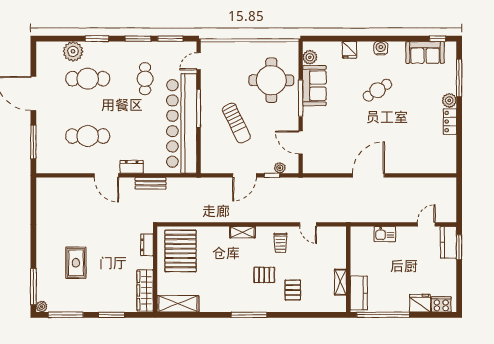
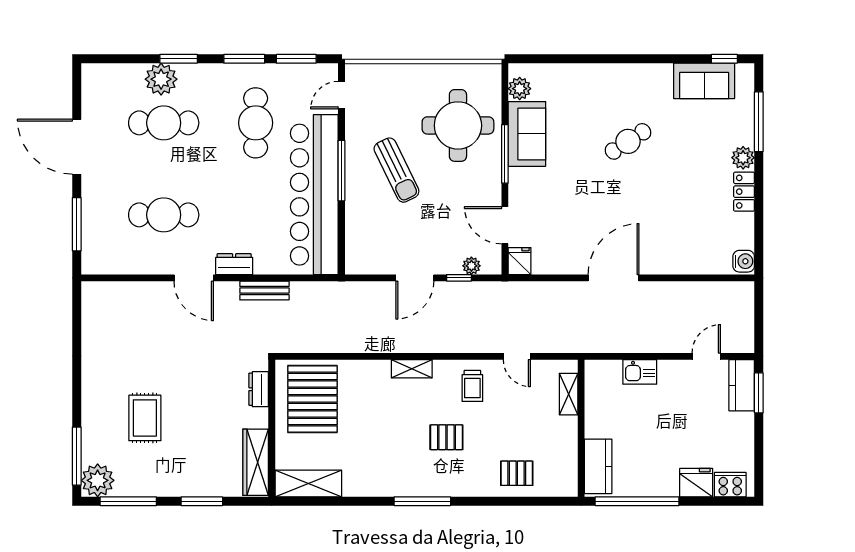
water cooler: (381, 48) -> (744, 261), moved, turned 90
fridge: (349, 50) -> (520, 261), moved, turned 180
plant: (73, 51) -> (161, 79), moved
cafe table: (145, 79) -> (256, 123), width x1.37, depth x1.35
sun lounger: (236, 123) -> (396, 170), moved
shelving: (340, 282) -> (569, 394), moved
pallet: (293, 290) -> (517, 473), moved, turned 90
plant: (42, 307) -> (98, 480), width x1.87, depth x1.87

